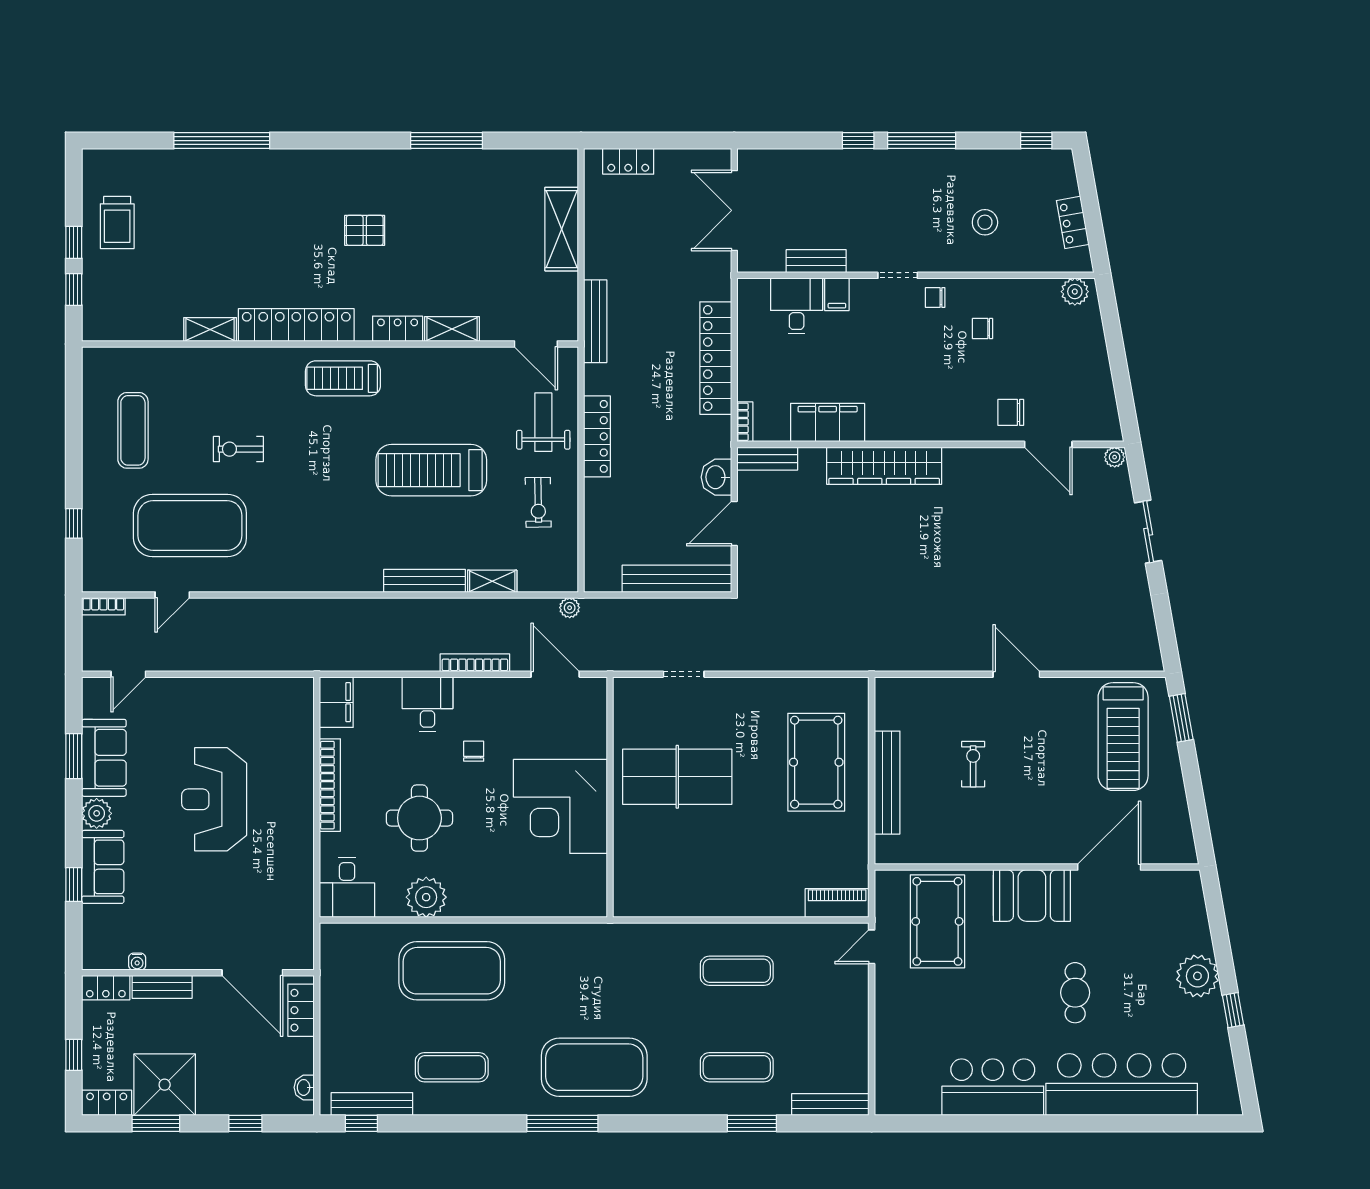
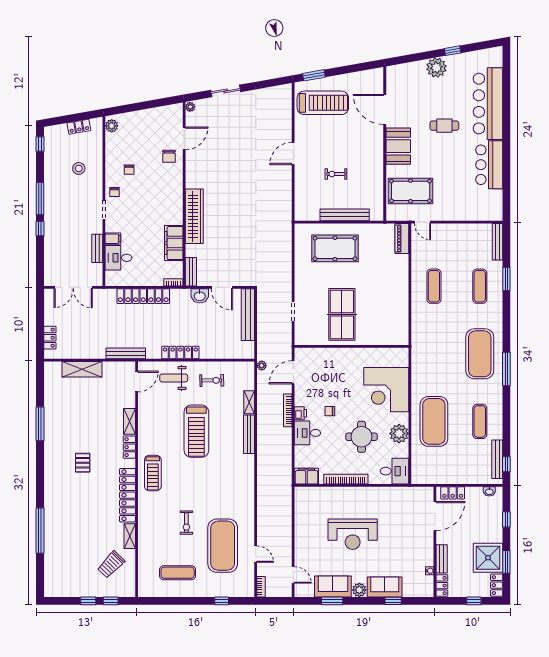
trolley: (117, 223) -> (111, 565), moved, turned 134
printer: (469, 689) -> (300, 413), added
corner desk: (560, 806) -> (386, 390), moved, turned 90

